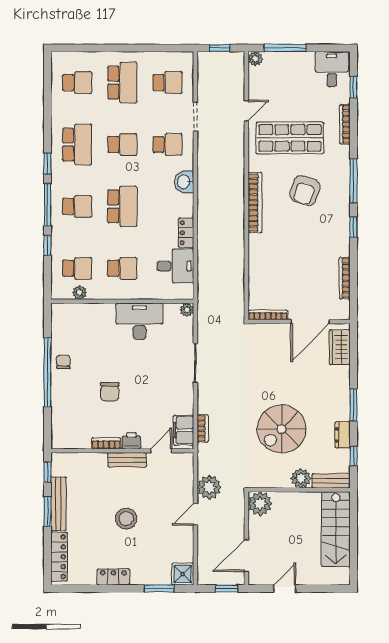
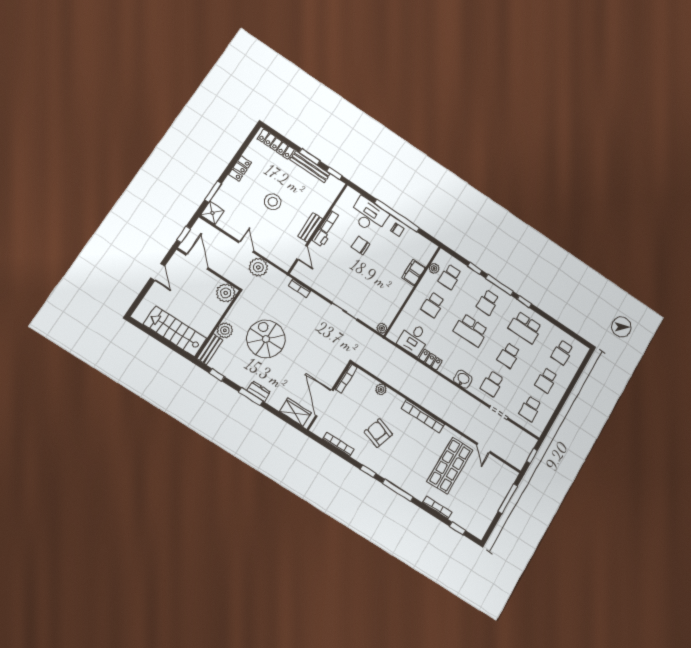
plant: (255, 59) -> (381, 389), moved
desk: (332, 69) -> (477, 521), removed
school desk: (122, 83) -> (546, 380), width x0.54
armchair: (305, 191) -> (378, 433), moved
desk: (139, 321) -> (369, 215), moved, turned -90
filing cabinet: (184, 430) -> (414, 272), moved, turned -90
dresser: (343, 435) -> (259, 391), moved

